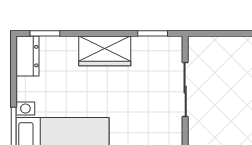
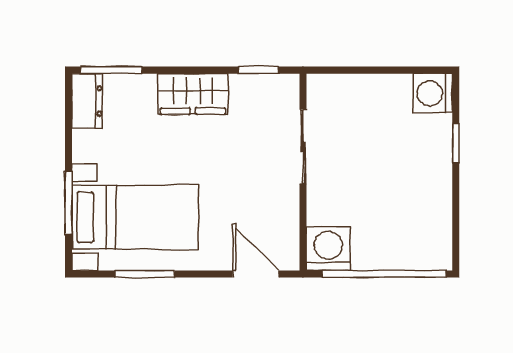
window: (45, 33) -> (111, 70), width x1.50

